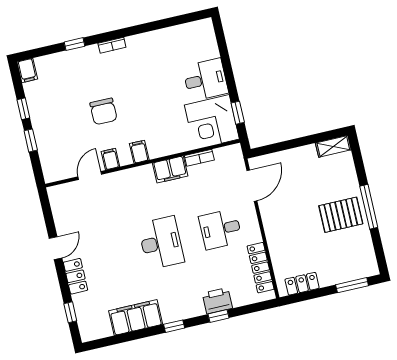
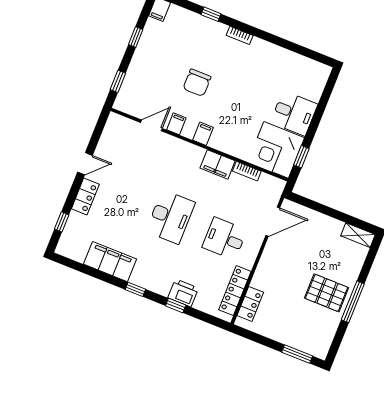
window: (31, 140) -> (118, 81), moved
locker: (302, 284) -> (250, 304), moved, turned 90

